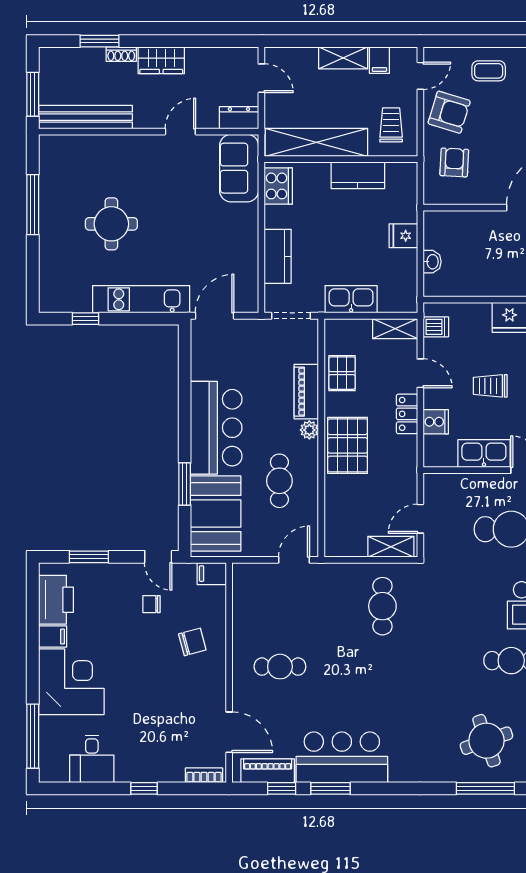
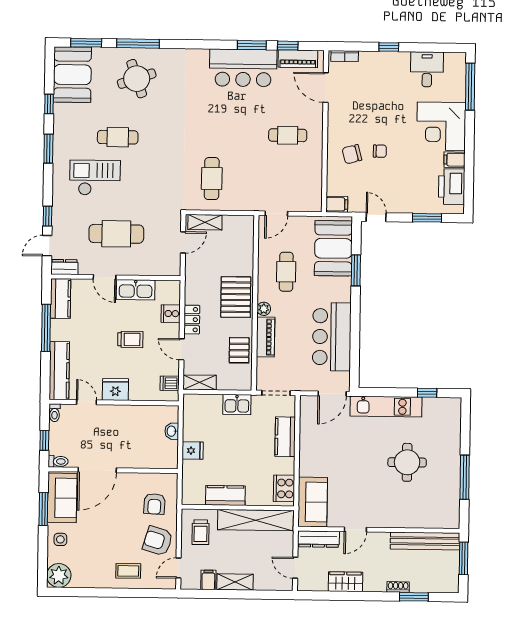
wardrobe: (161, 60) -> (345, 582), moved
dresser: (239, 118) -> (319, 539), width x1.44
kitchen sink: (351, 299) -> (237, 405), width x0.73
bar counter: (216, 428) -> (332, 337), moved
chair: (151, 604) -> (380, 151), moved

